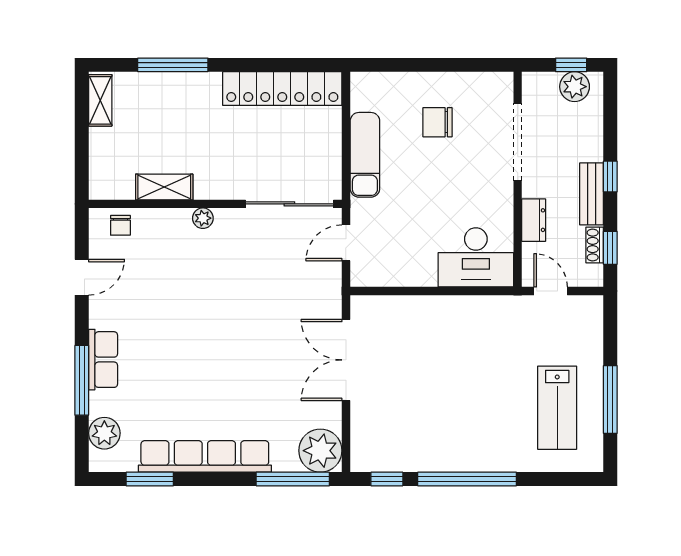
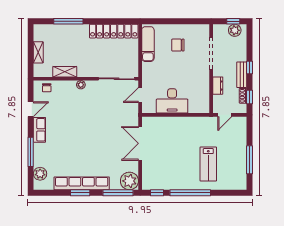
shelving: (100, 100) -> (38, 52), moved
exam couch: (365, 155) -> (148, 44), moved
desk: (476, 257) -> (172, 101), moved
door: (551, 291) -> (225, 115), swing flipped
row of seats: (103, 360) -> (39, 130), moved
lab bench: (557, 408) -> (208, 164), moved
window: (150, 479) -> (80, 193), moved

